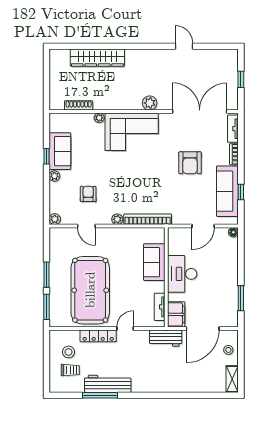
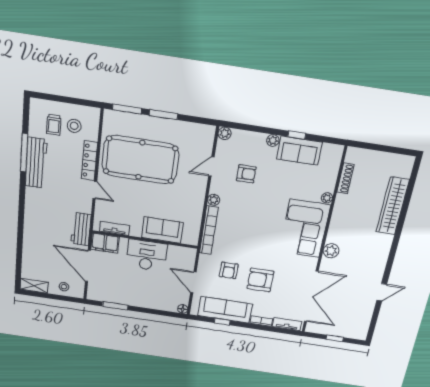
armchair: (185, 194) -> (229, 270), added

